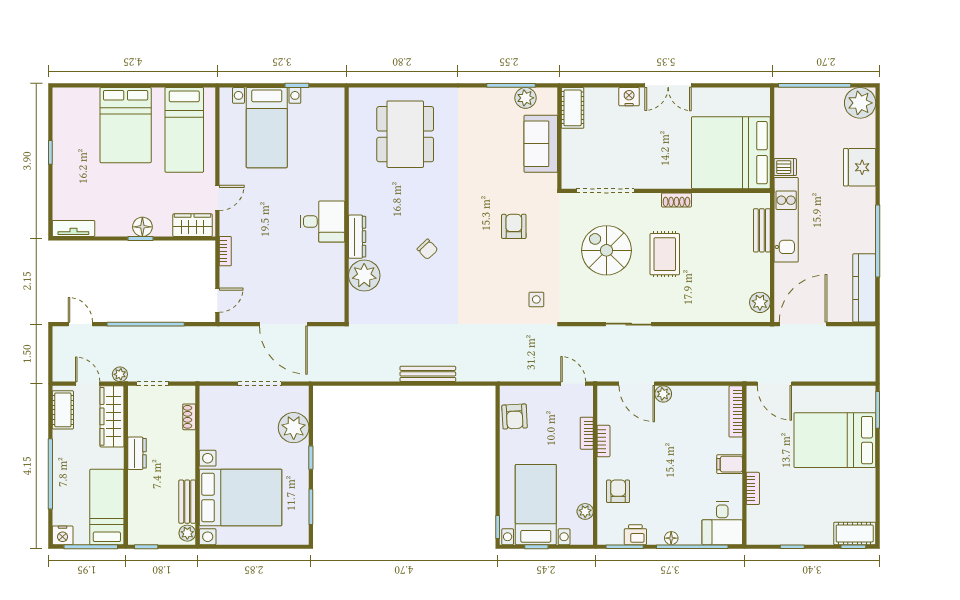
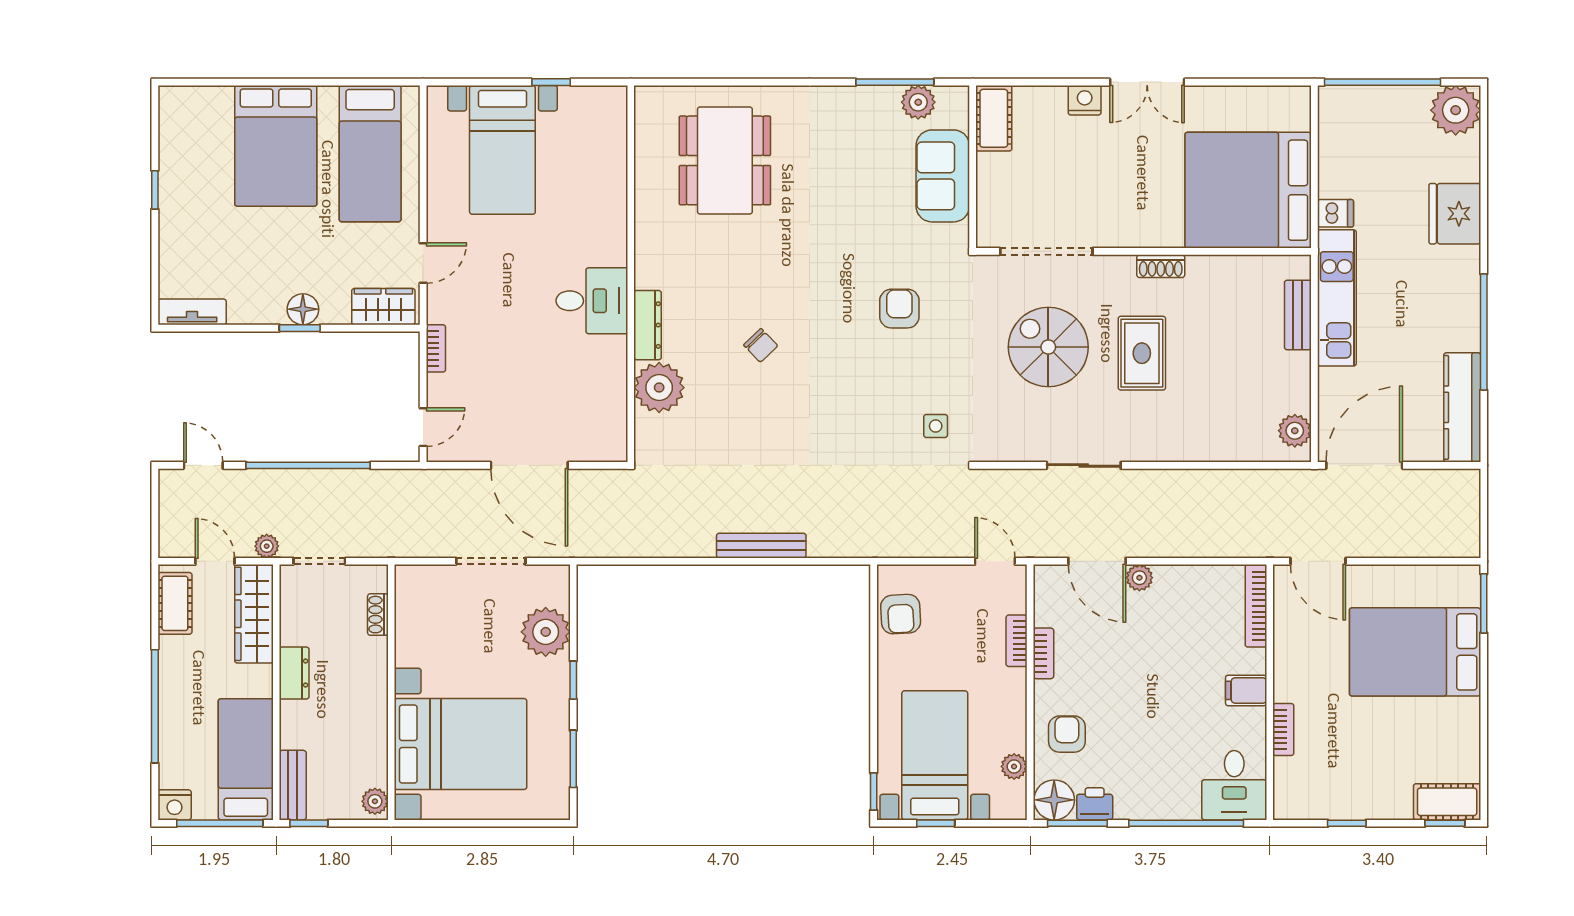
bench: (187, 502) -> (293, 785), moved
floor lamp: (671, 538) -> (1054, 800), moved, width x1.89, depth x1.89

